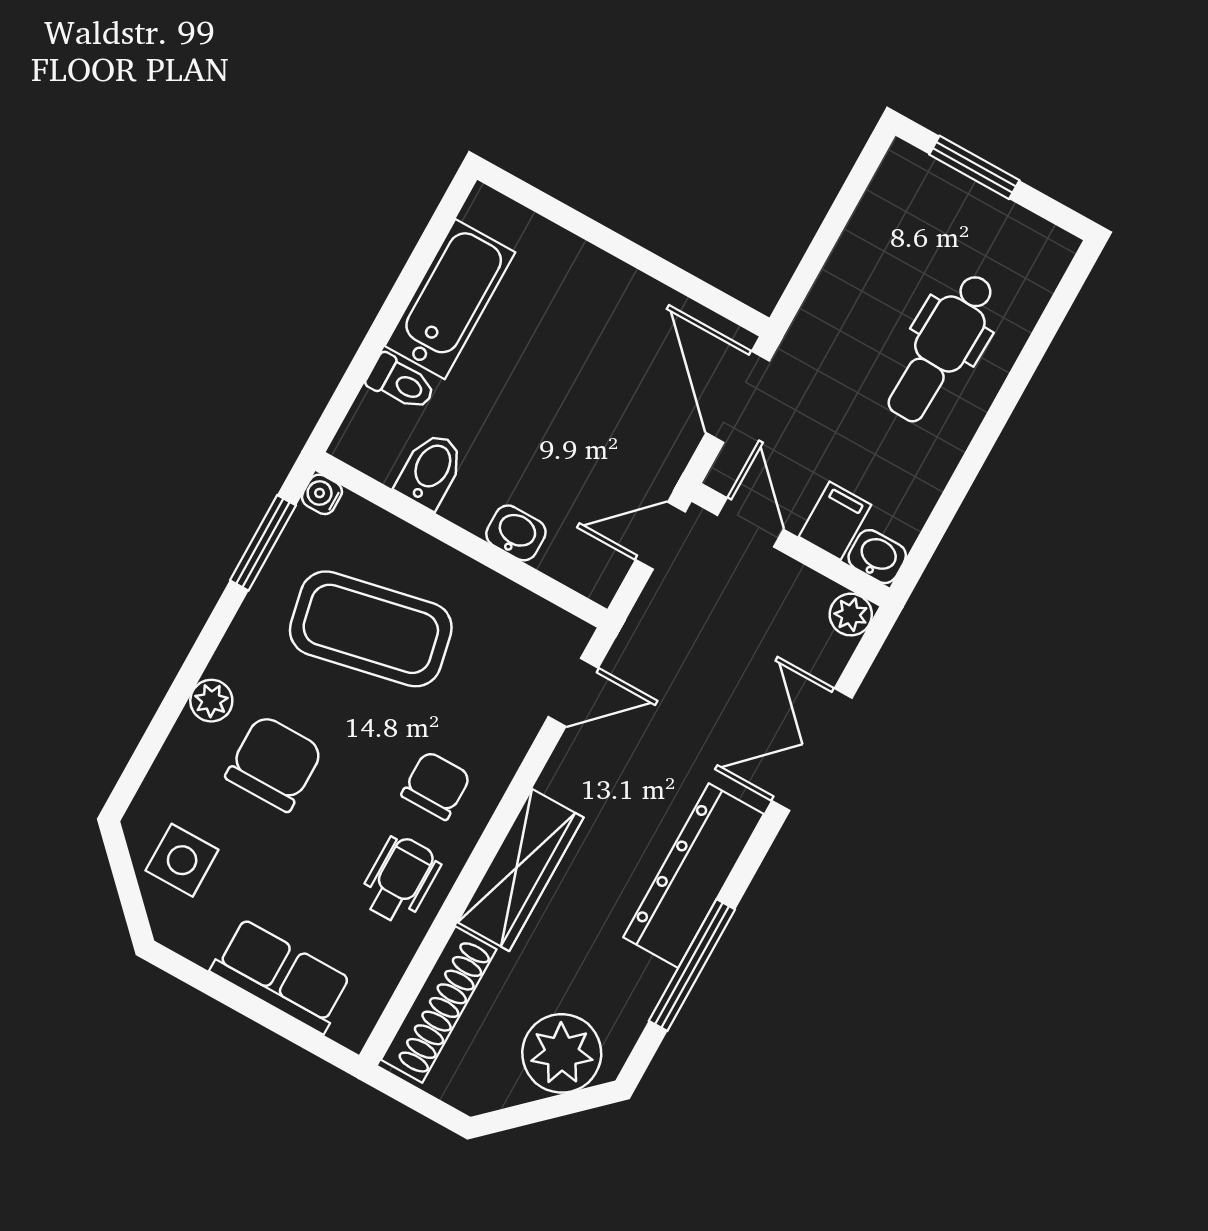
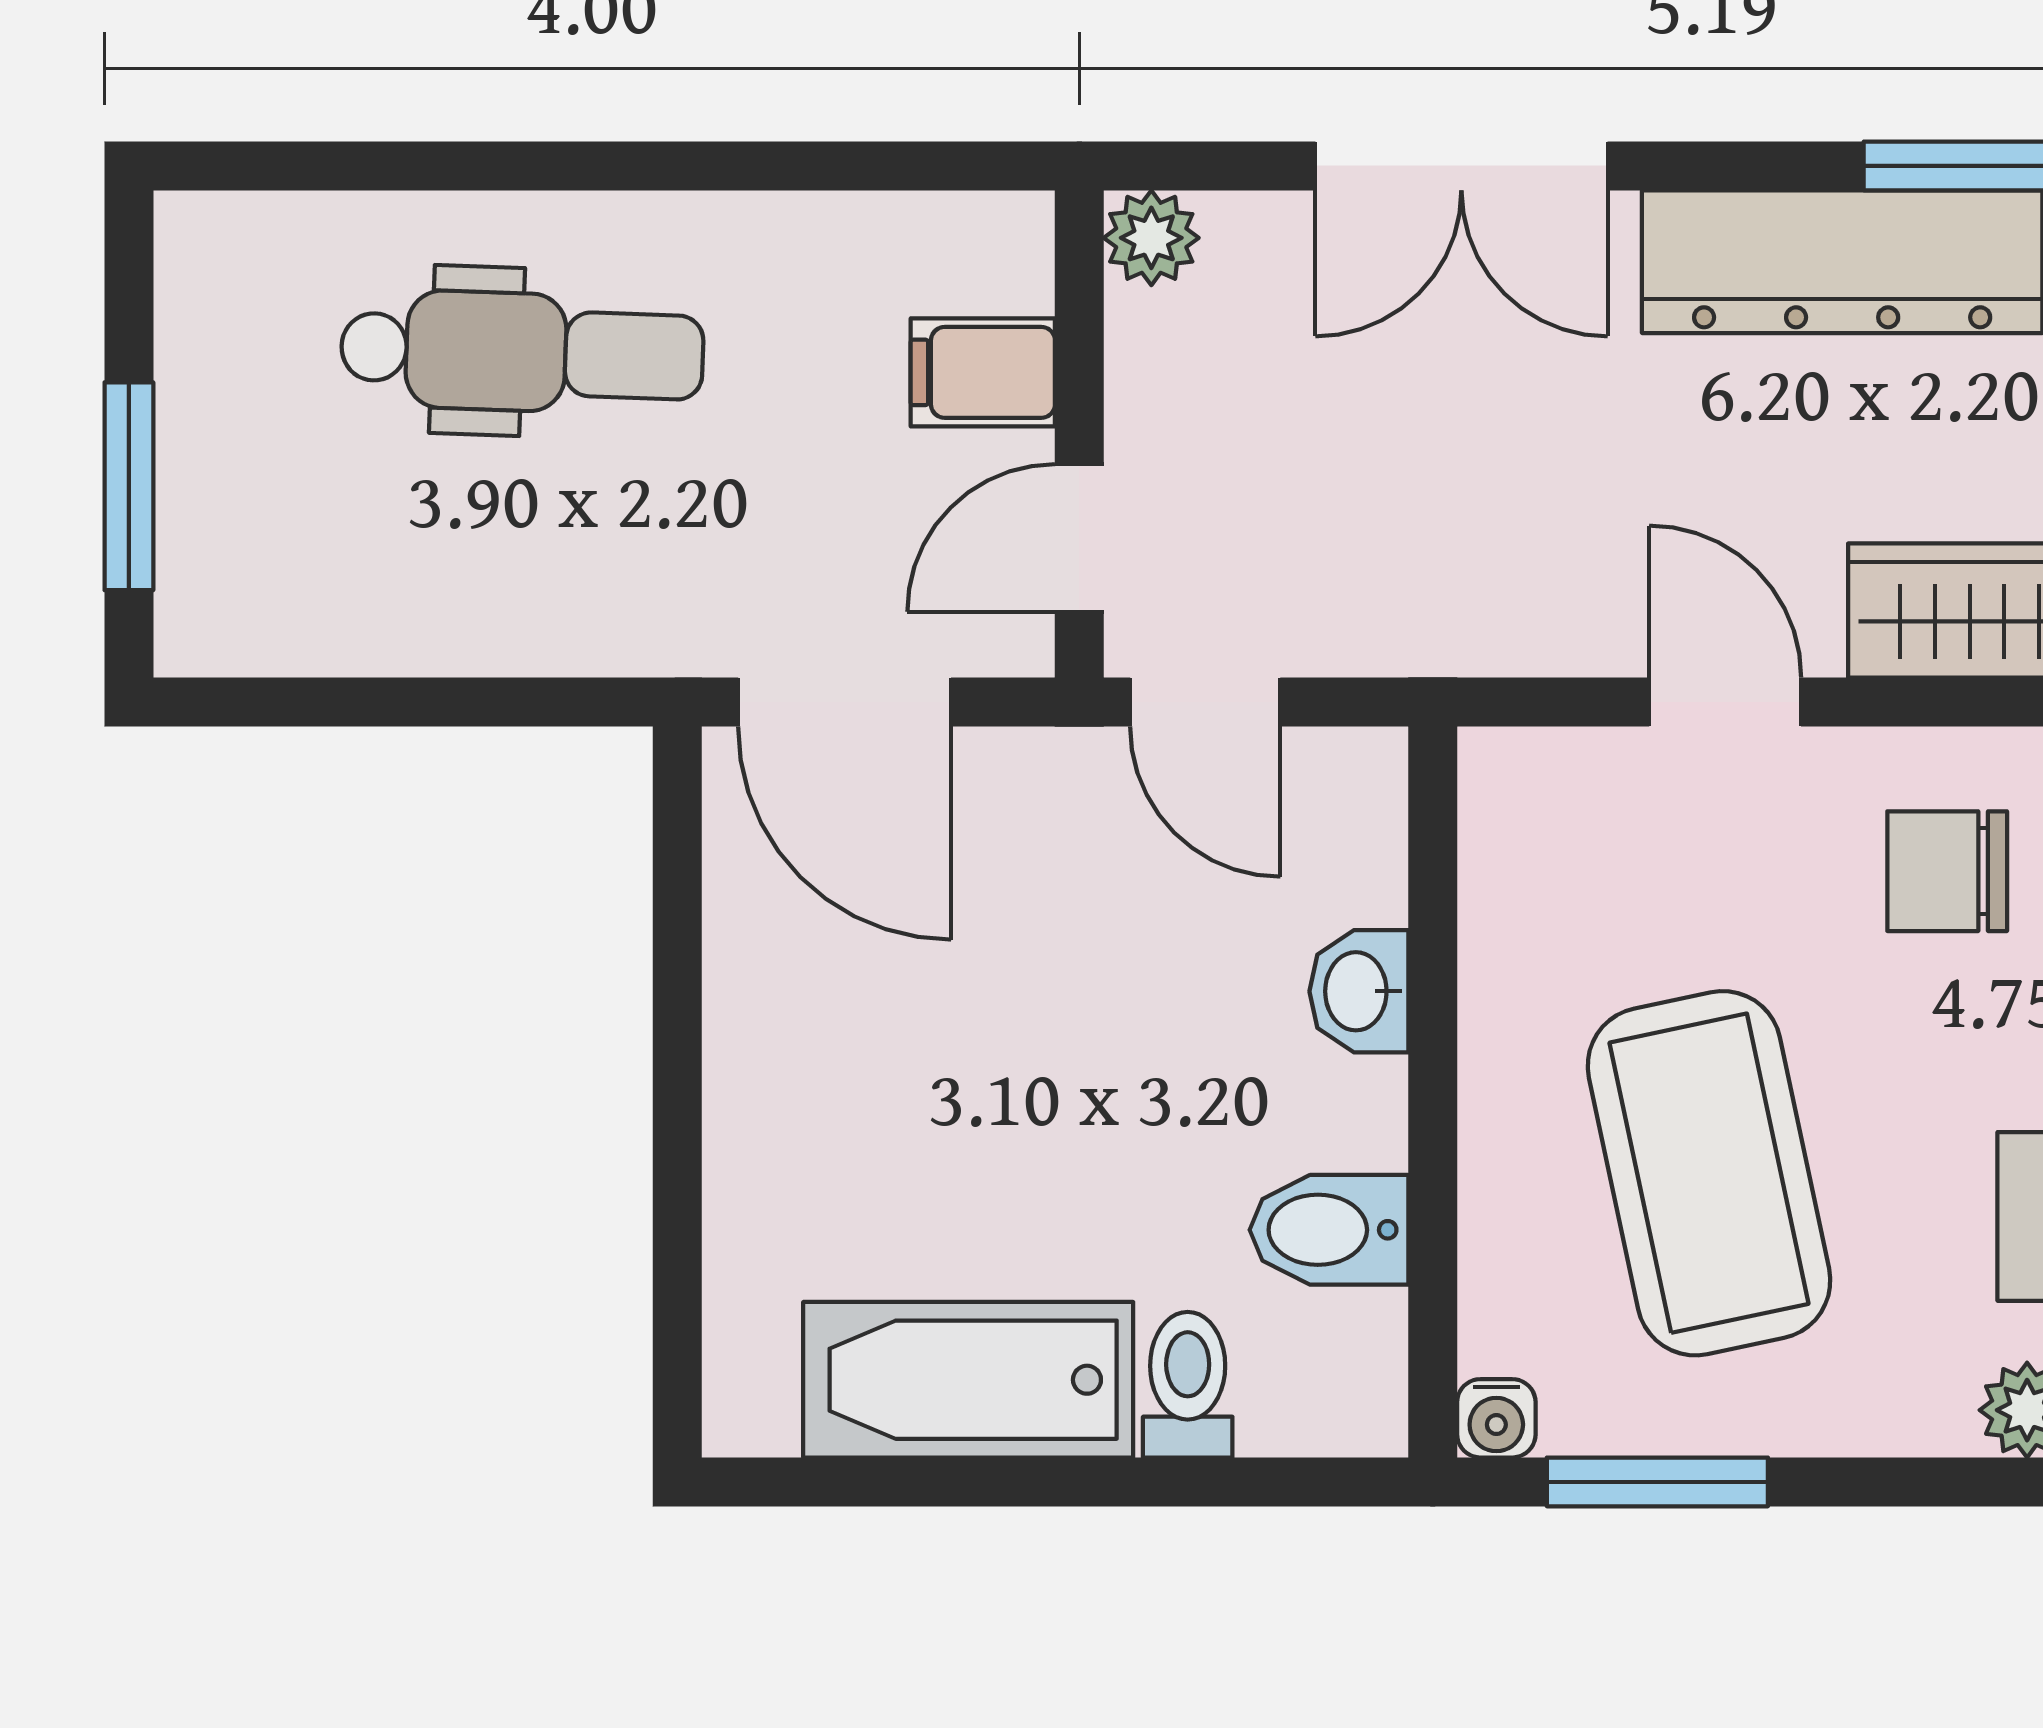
door: (738, 397) -> (845, 702), hinge flipped
washbasin: (877, 557) -> (1007, 249), removed
door: (573, 692) -> (1725, 702), moved

